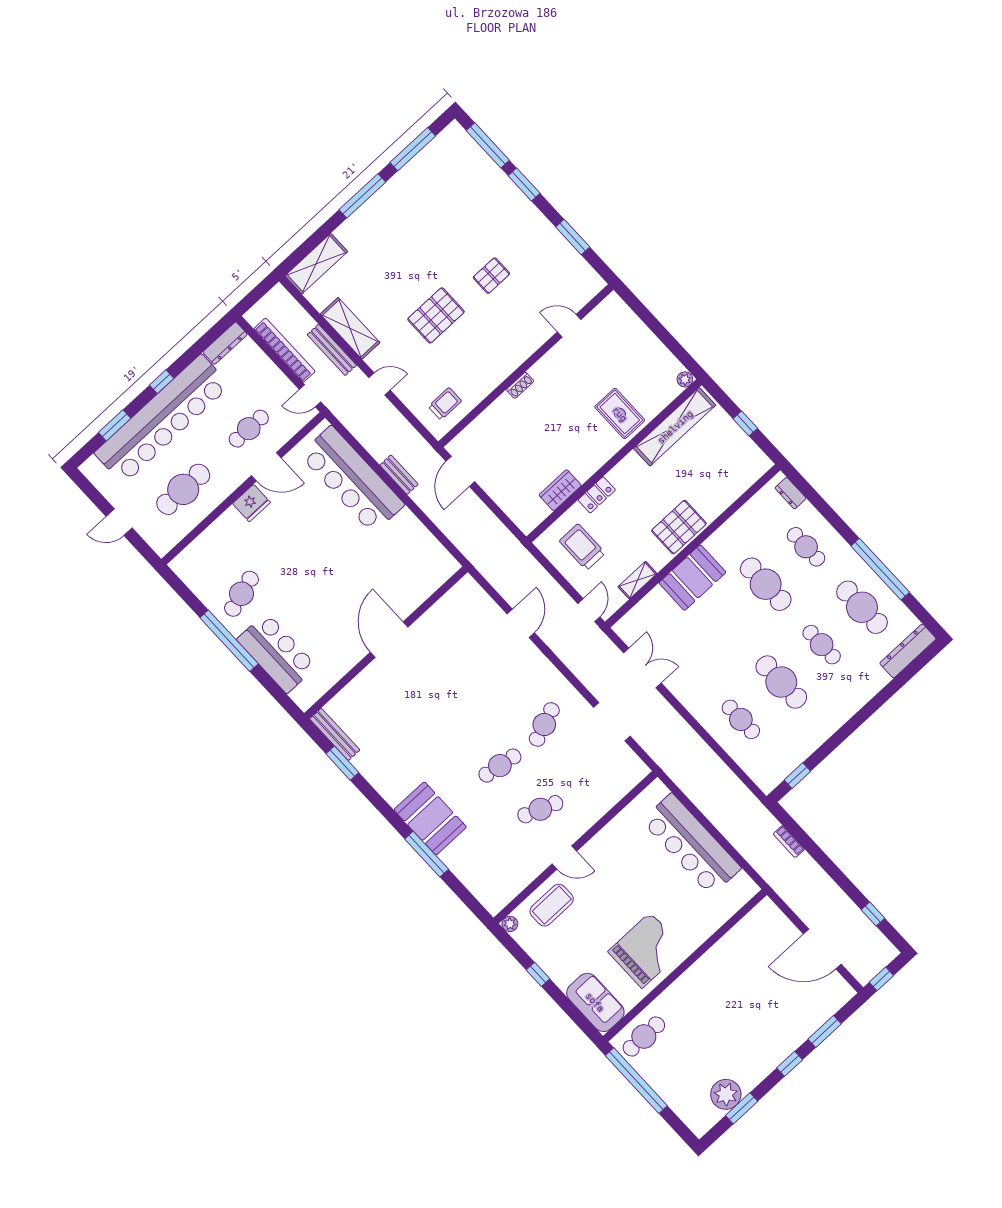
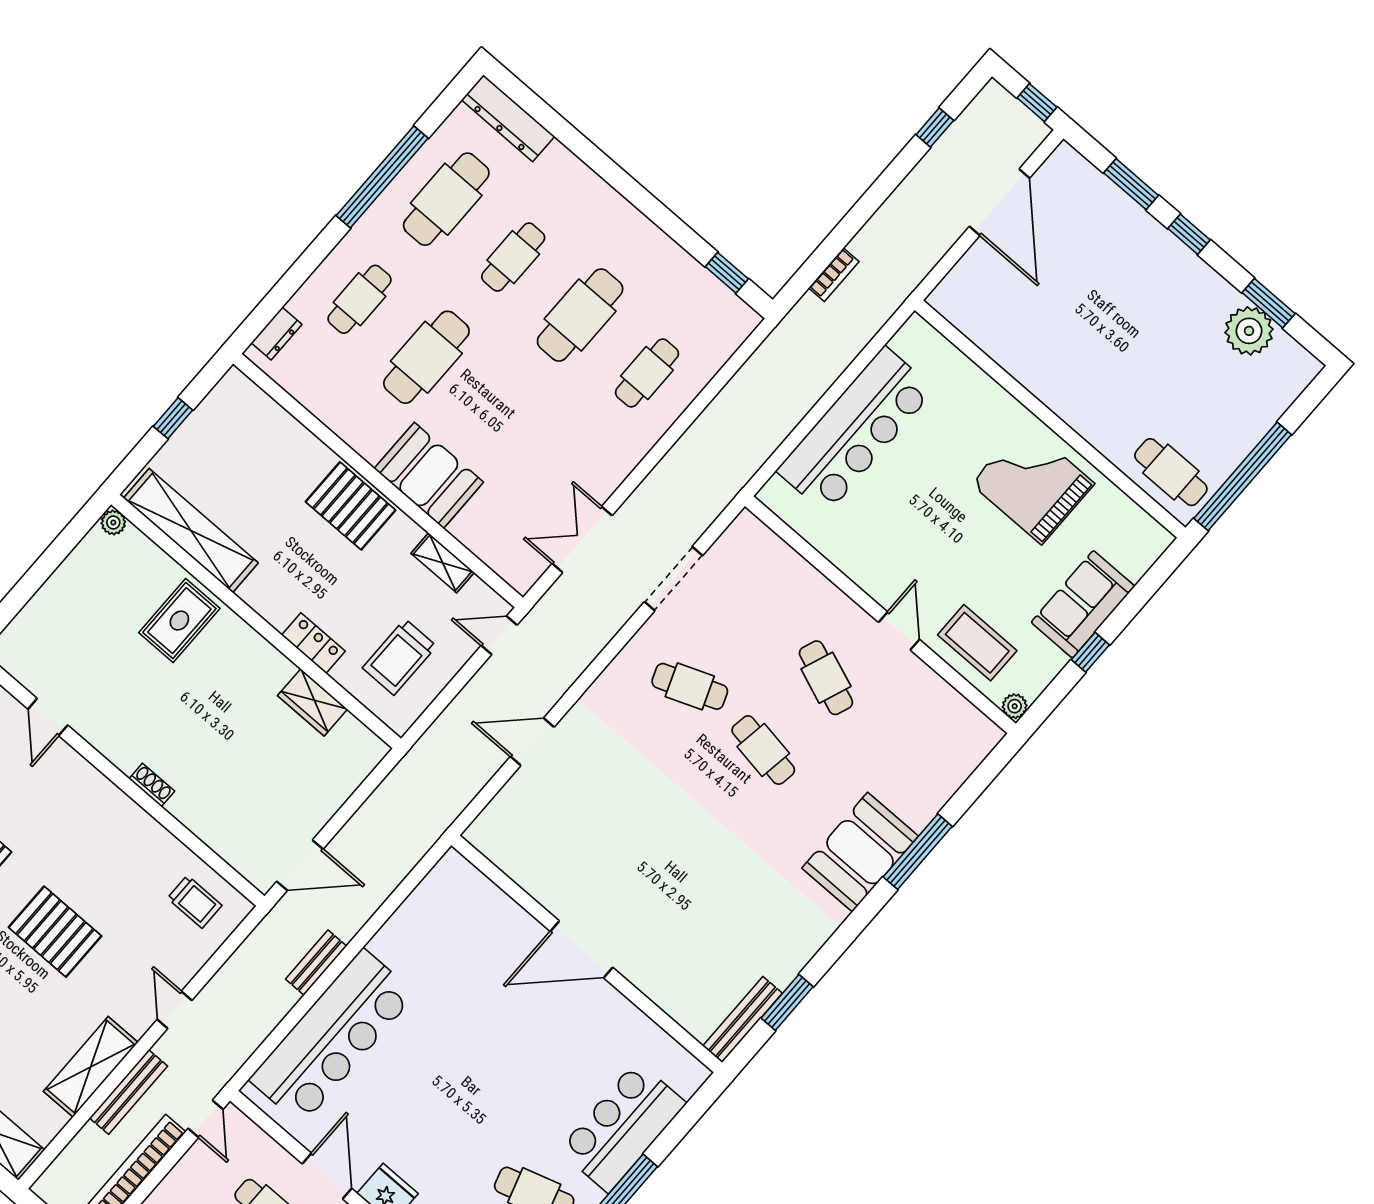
trolley: (445, 404) -> (195, 902), turned 180
sofa: (595, 1002) -> (1083, 604), moved

